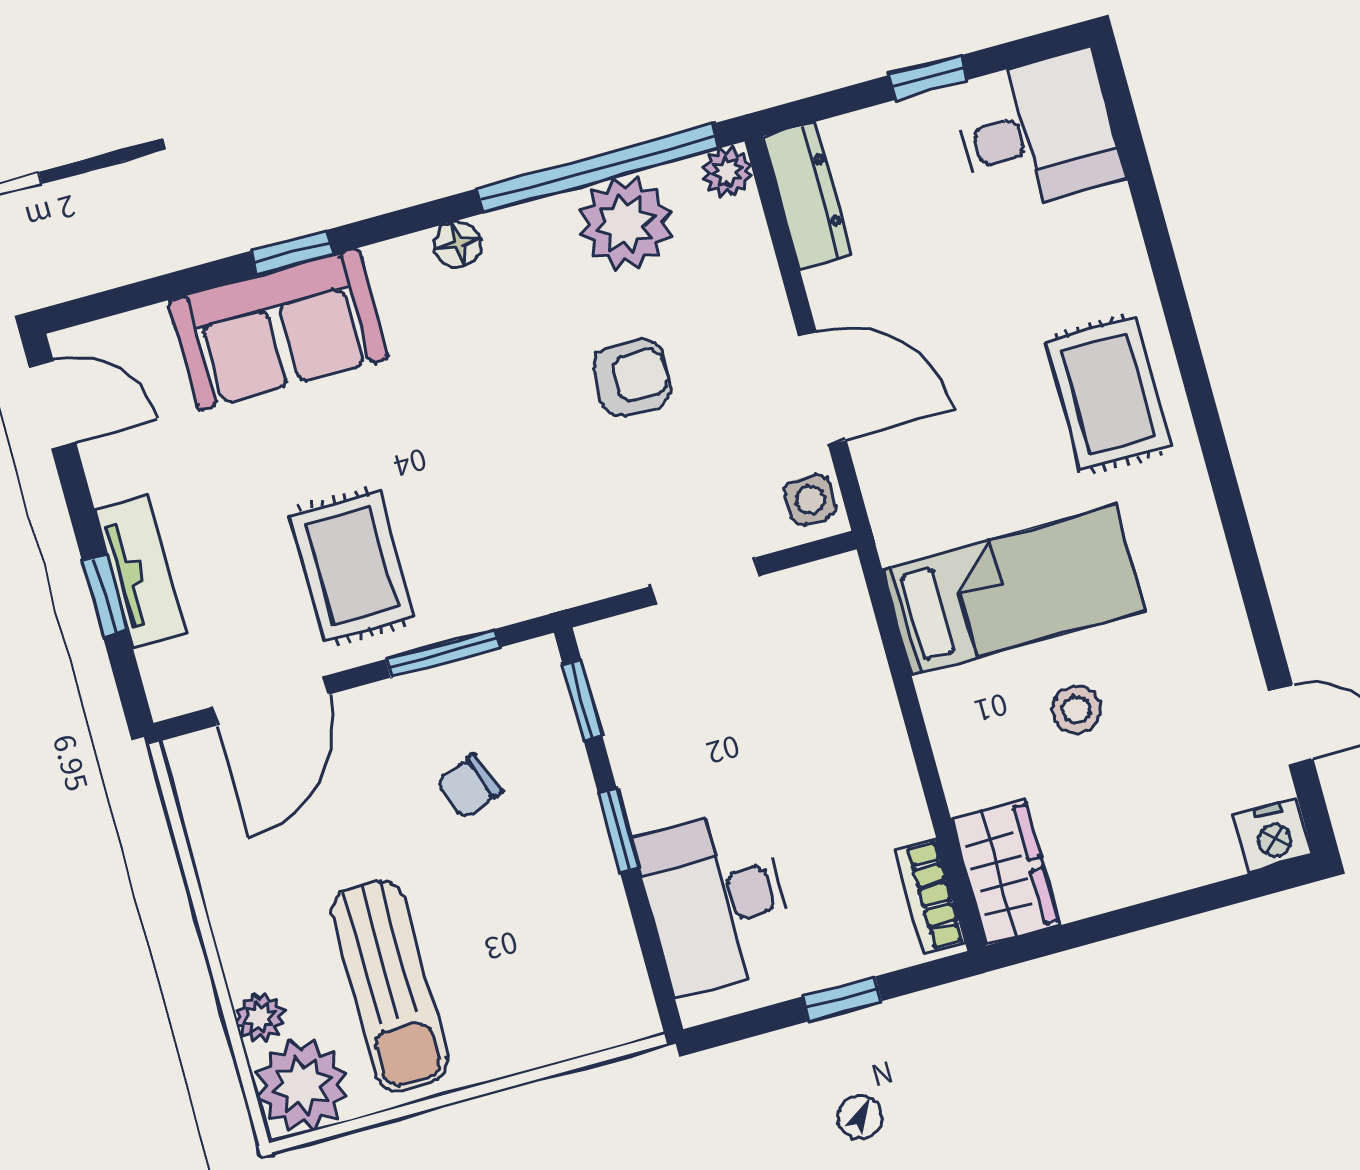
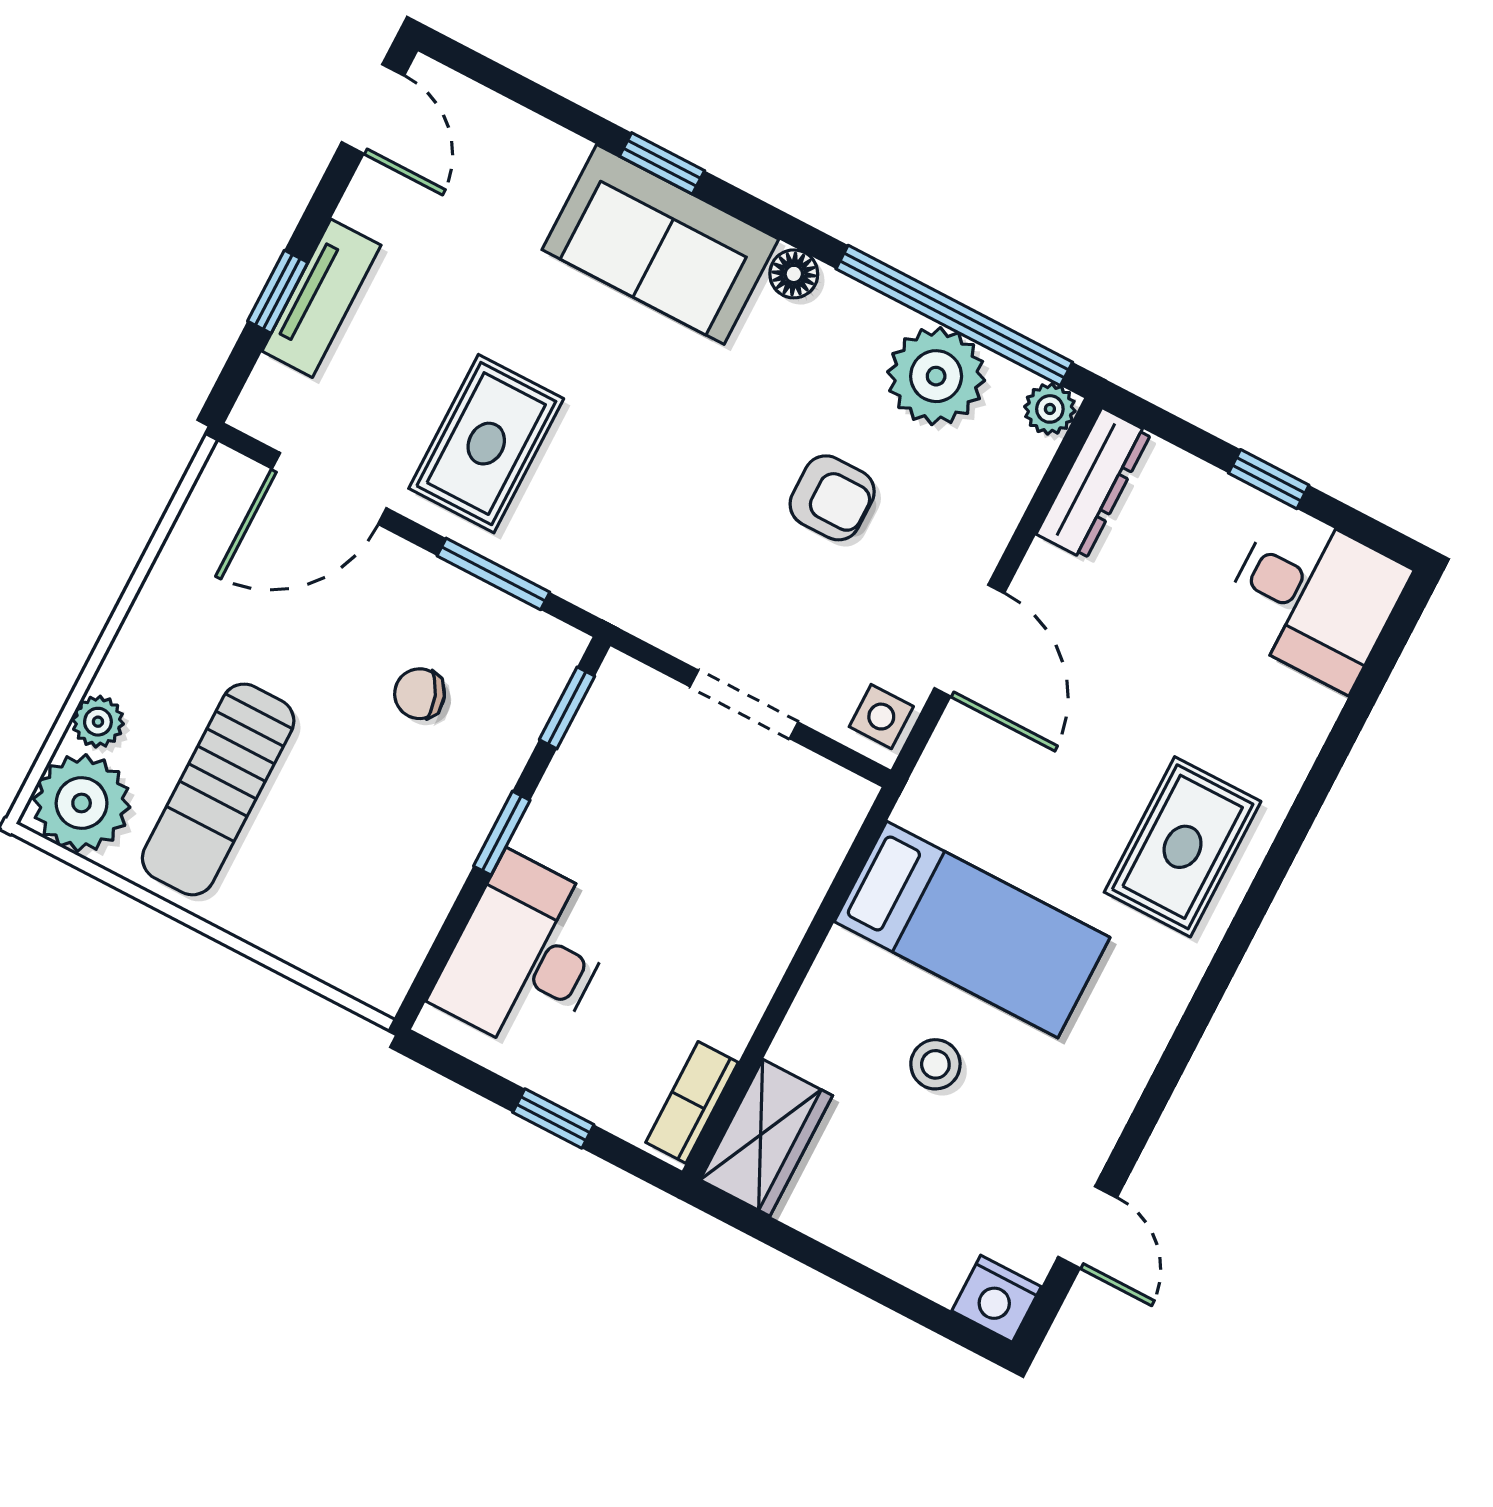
sofa: (278, 329) -> (660, 244), moved

